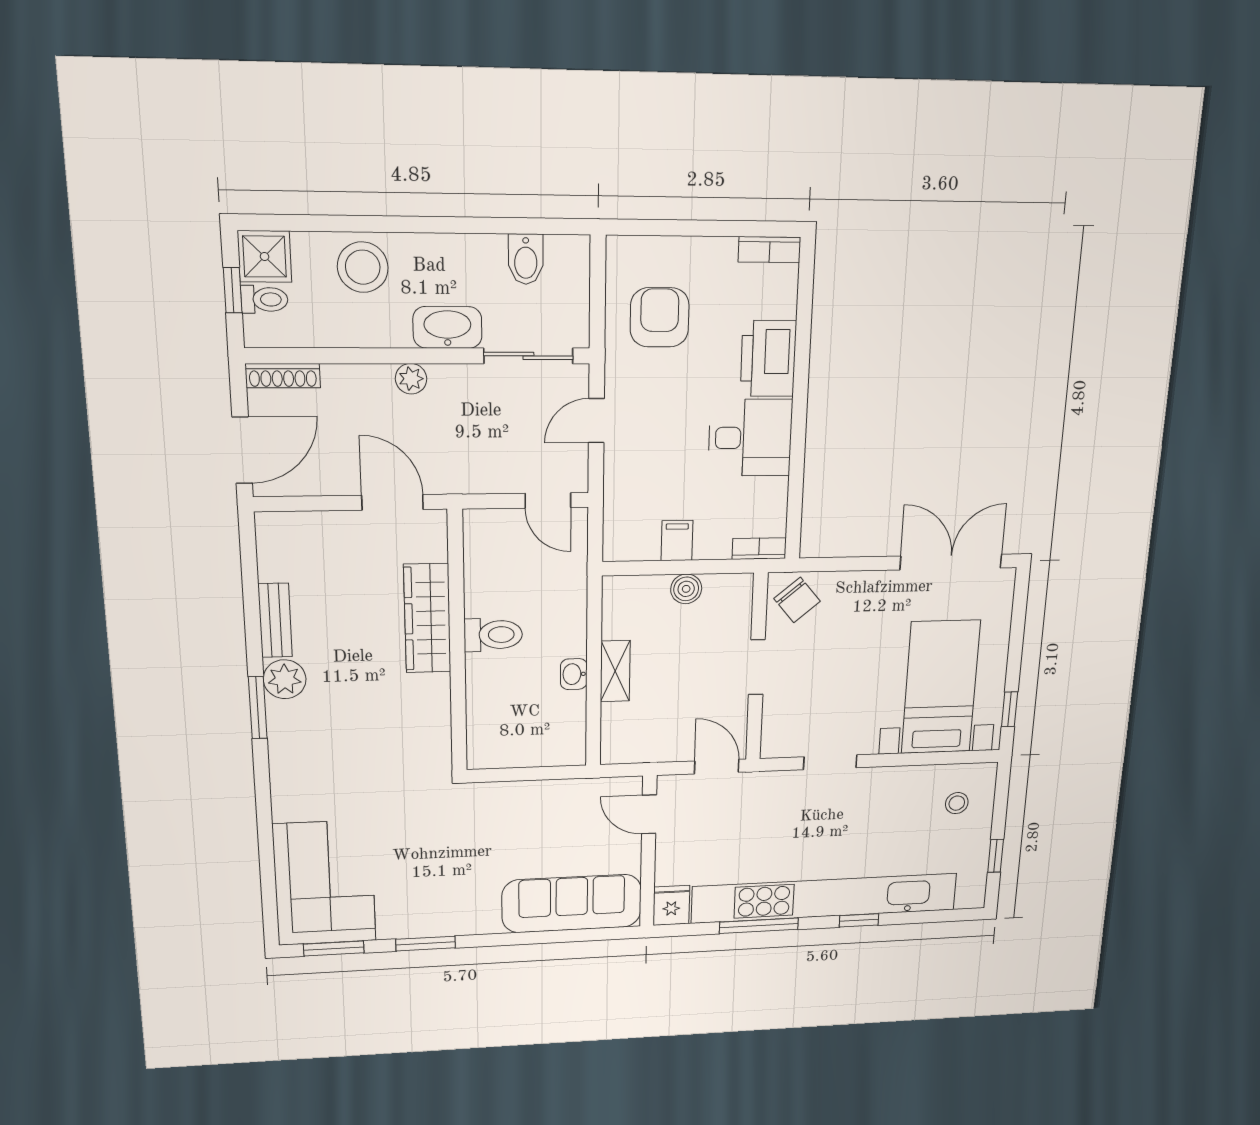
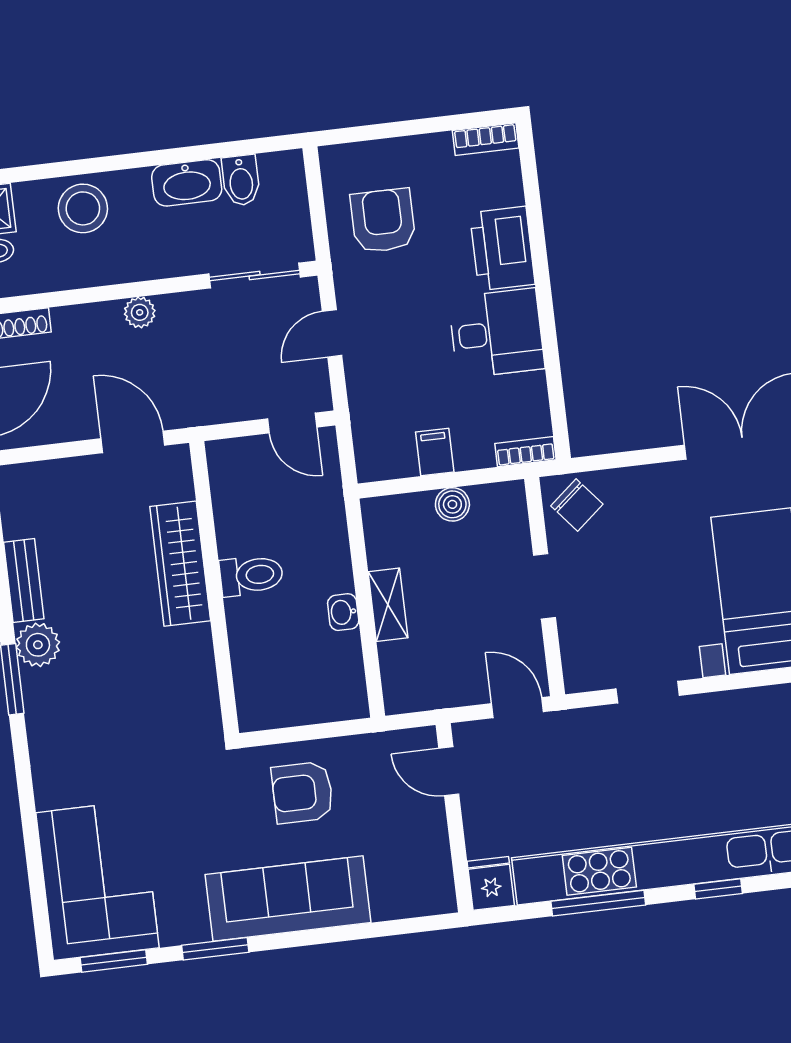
washbasin: (447, 327) -> (187, 183), moved, turned 180
armchair: (518, 823) -> (302, 792), added
sofa: (572, 903) -> (288, 899), moved

